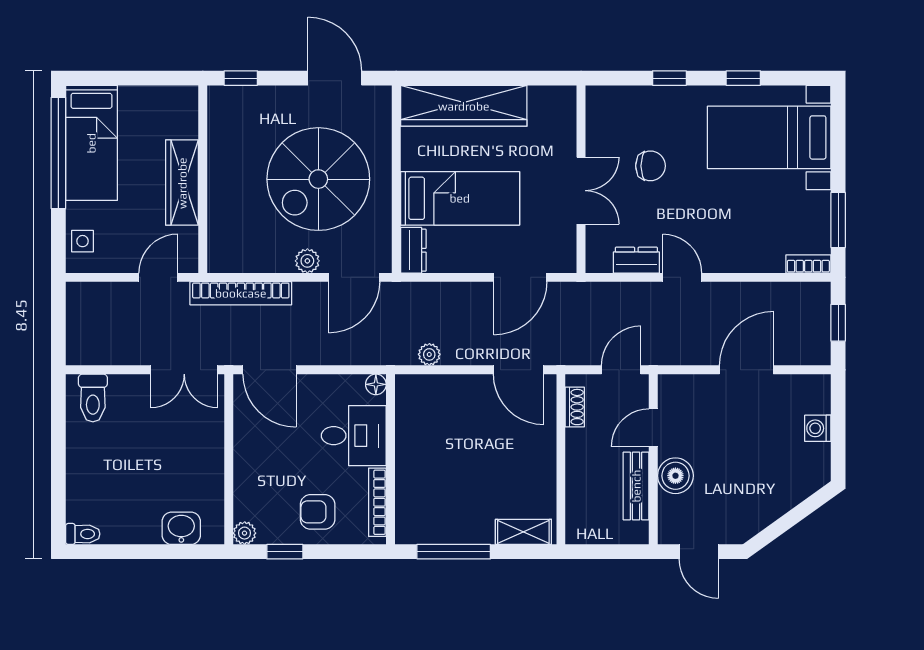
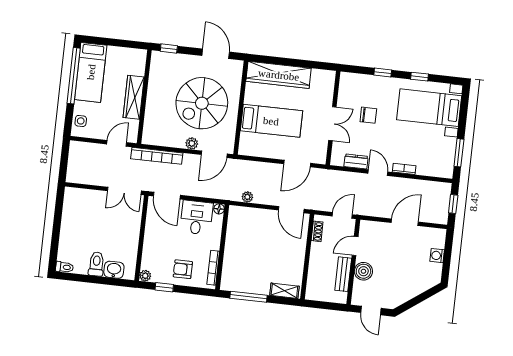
dresser: (413, 250) -> (245, 144), removed
bookcase: (808, 264) -> (404, 169), moved
toilet: (93, 398) -> (96, 264), moved, turned 180
desk: (354, 436) -> (197, 218), moved, turned -90

